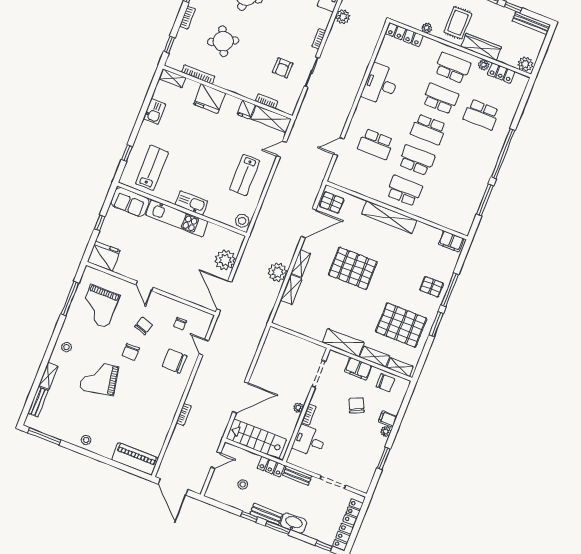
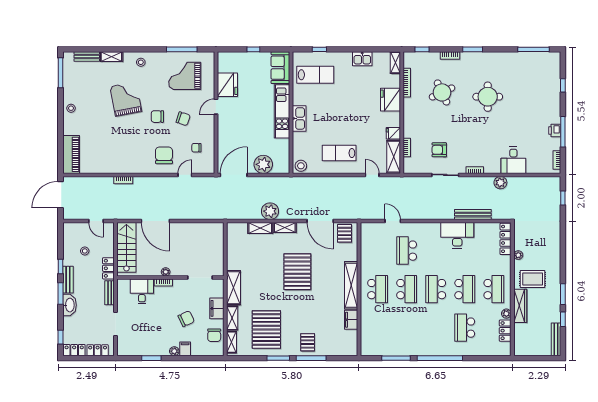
bench: (365, 59) -> (473, 215), added
plant: (525, 64) -> (520, 348), removed
filing cabinet: (451, 241) -> (351, 320), moved
fridge: (104, 256) -> (227, 85), moved

